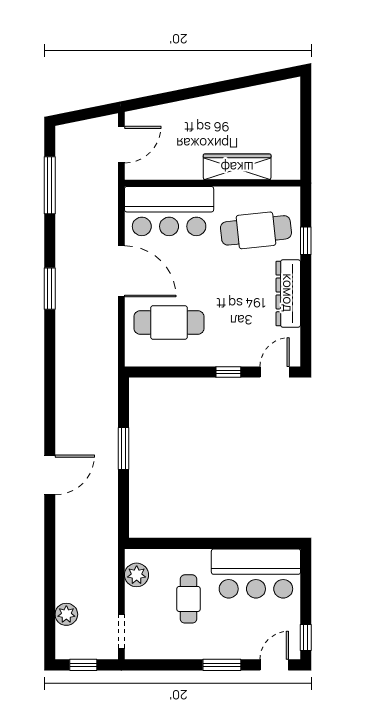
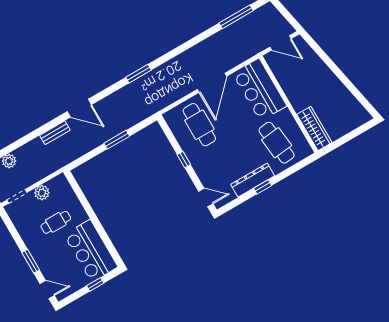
wardrobe: (237, 167) -> (314, 128), moved
window: (306, 241) -> (263, 187), moved
window: (50, 289) -> (138, 74), moved
window: (228, 372) -> (184, 160), moved
bench: (64, 528) -> (55, 133), added
plant: (137, 575) -> (42, 193), moved
window: (306, 638) -> (95, 284), moved

